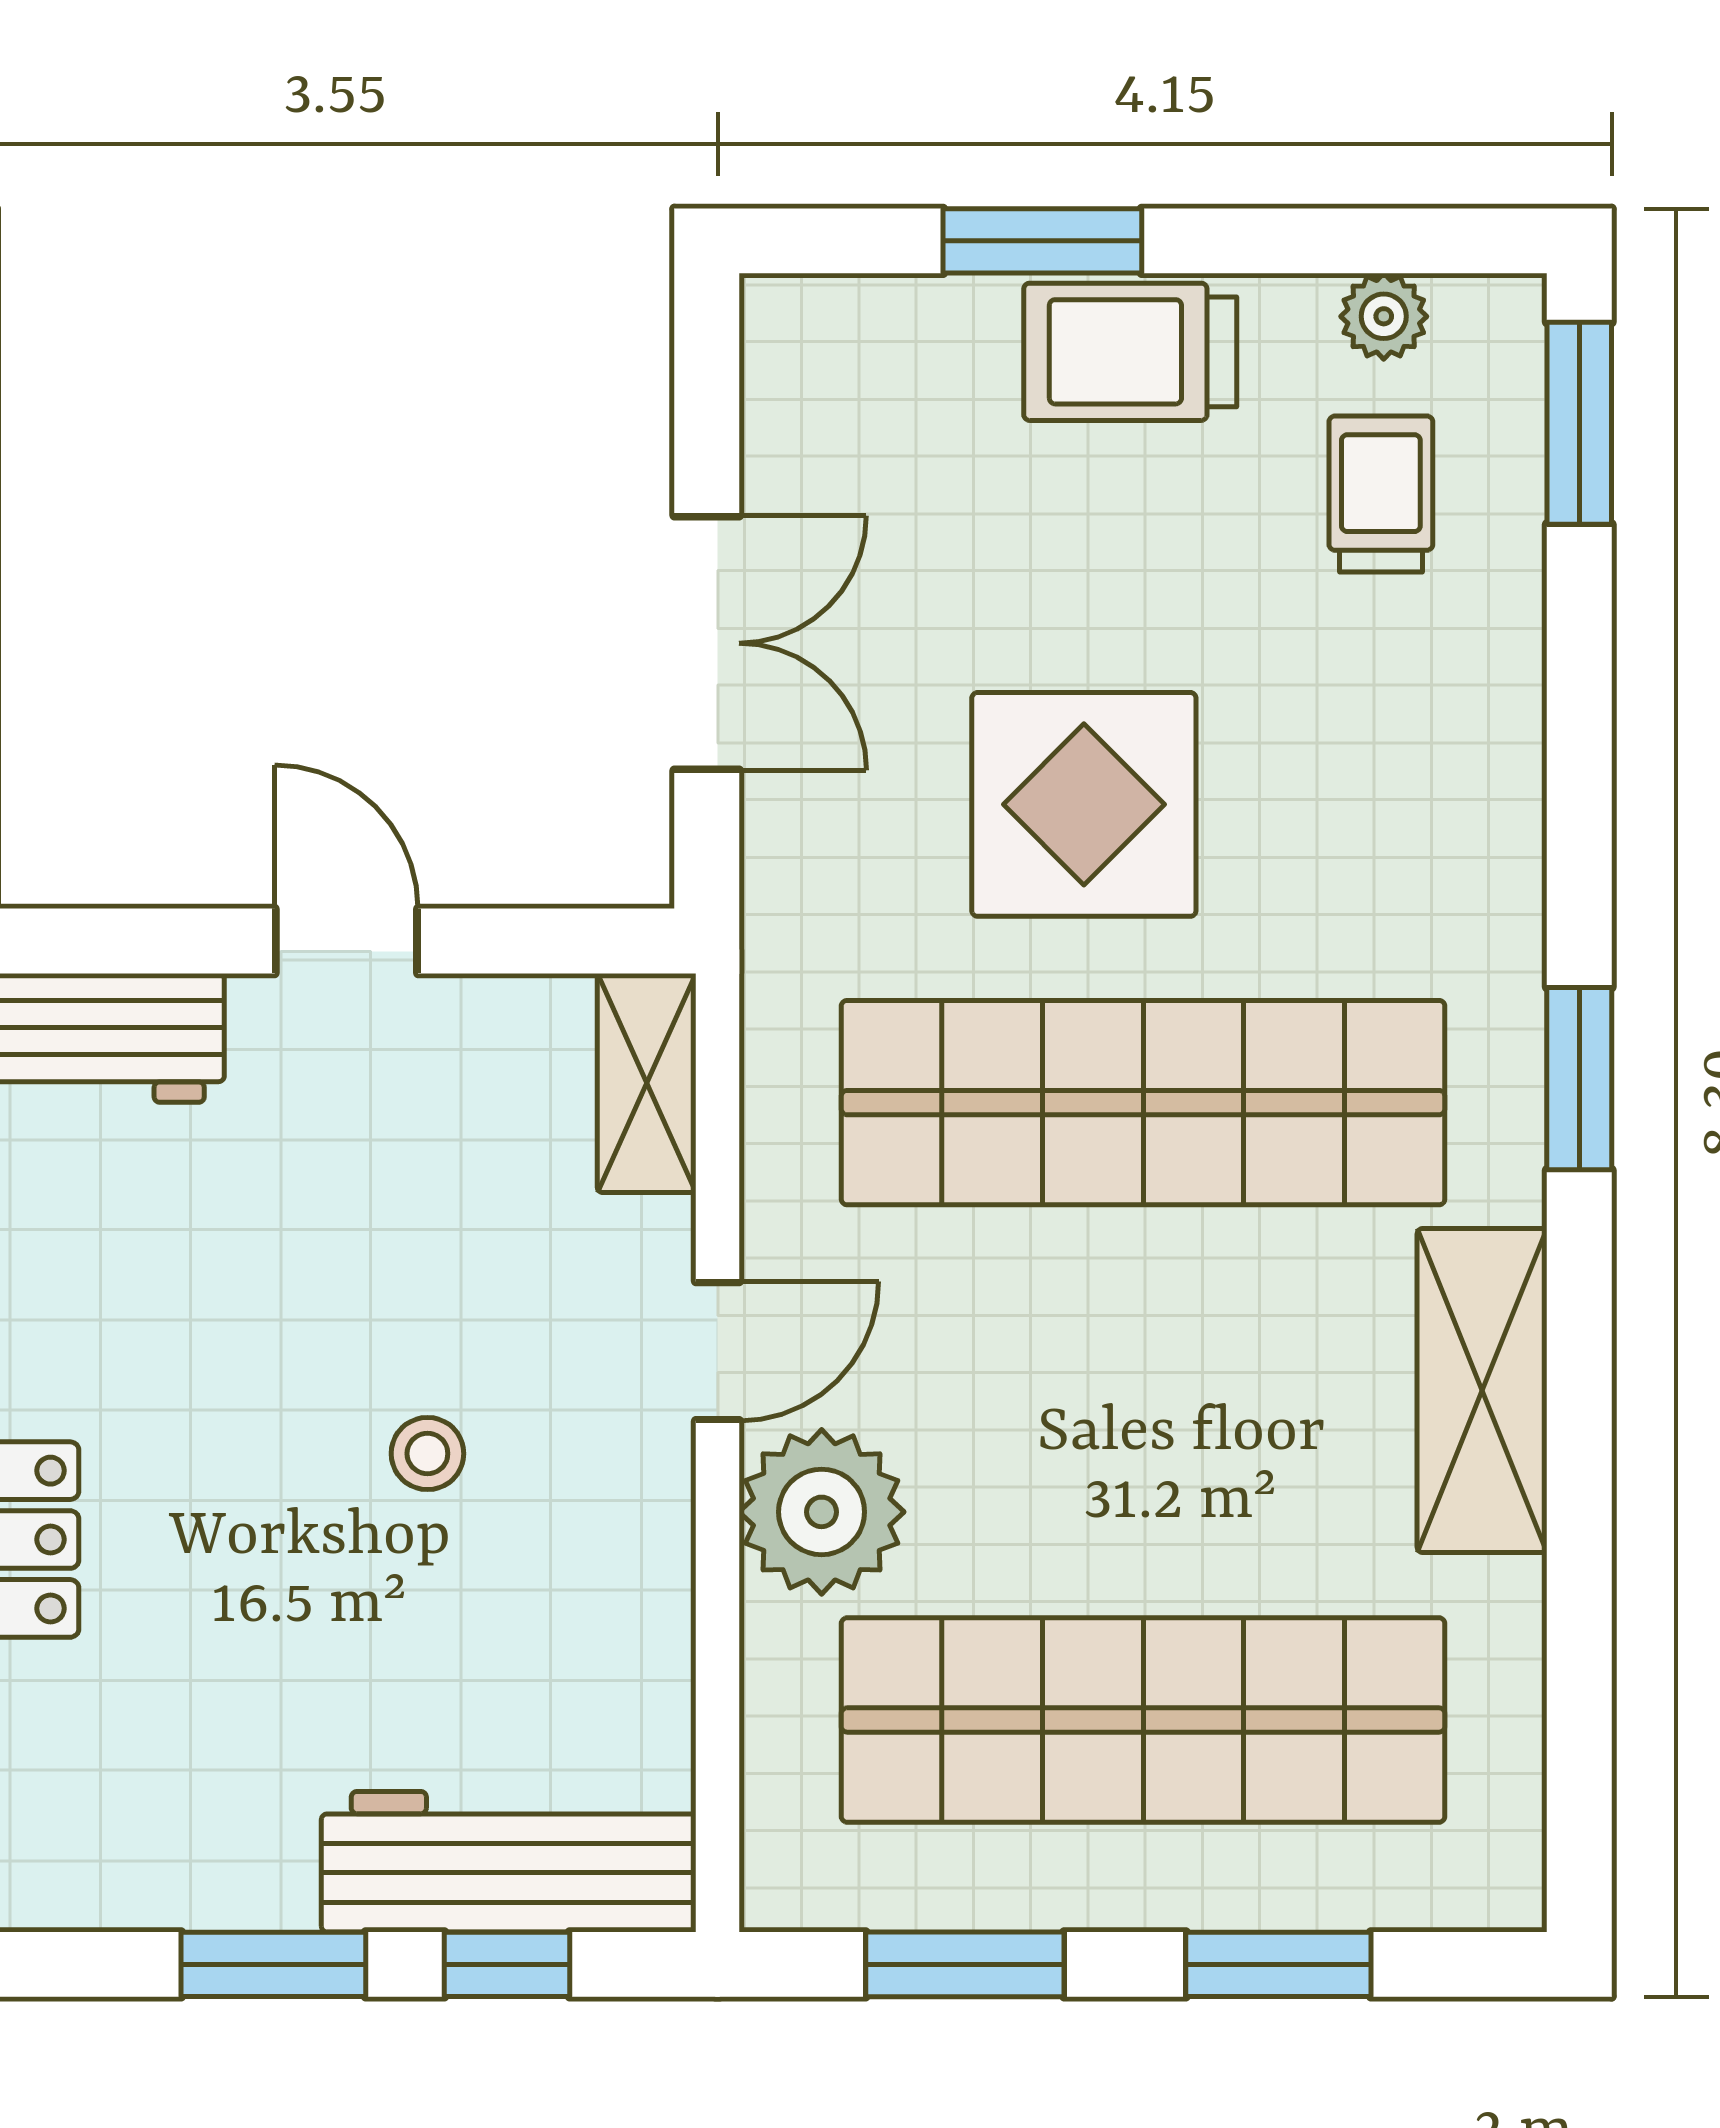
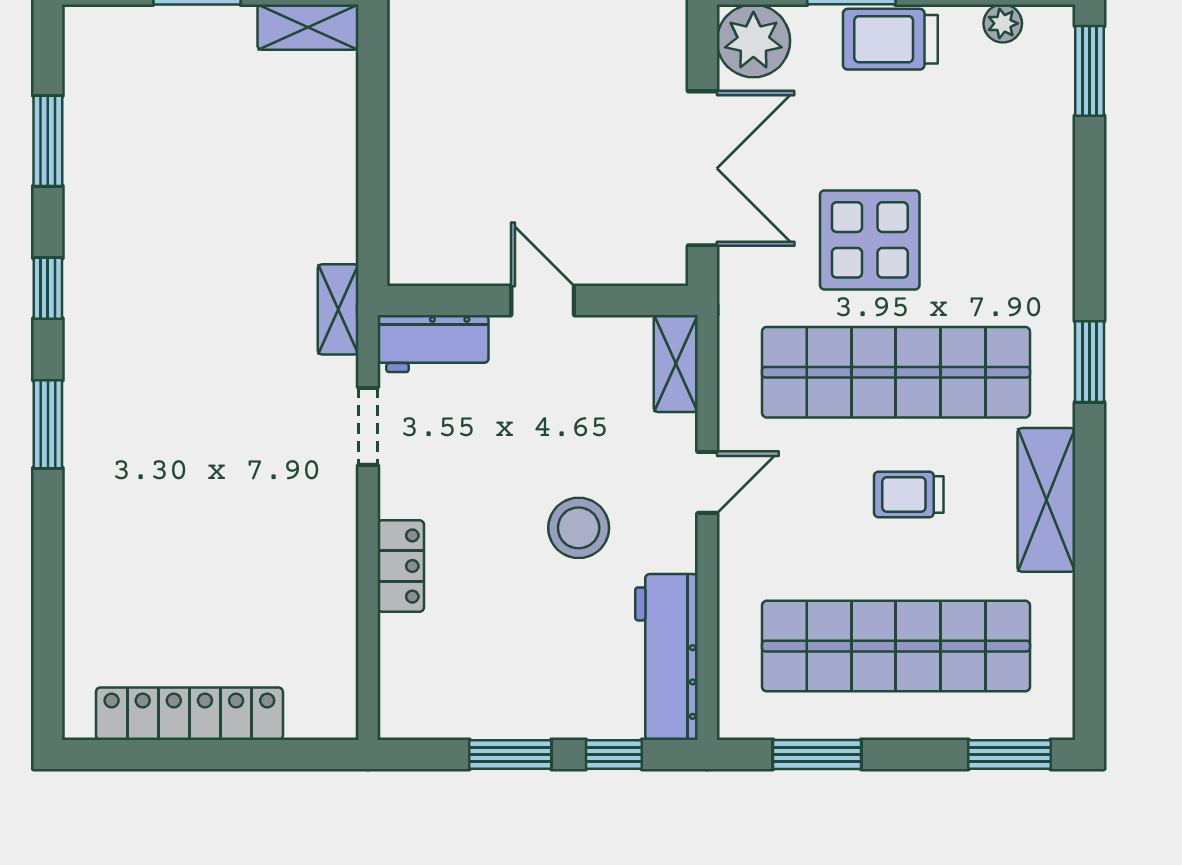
trolley: (1381, 494) -> (909, 494), moved, turned -90
double door: (707, 643) -> (702, 168), width x1.37
stool: (427, 1454) -> (579, 528), width x1.89, depth x1.89
plant: (822, 1512) -> (753, 41), moved
workbench: (509, 1862) -> (666, 657), moved, turned -90
window: (1278, 1964) -> (1009, 754), moved

